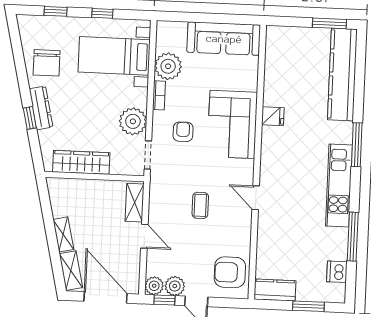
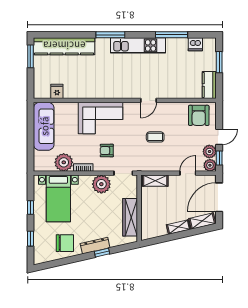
fridge: (273, 116) -> (57, 91), moved
door: (144, 236) -> (188, 173), moved

